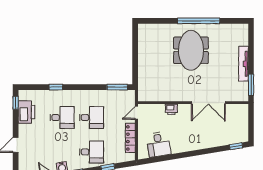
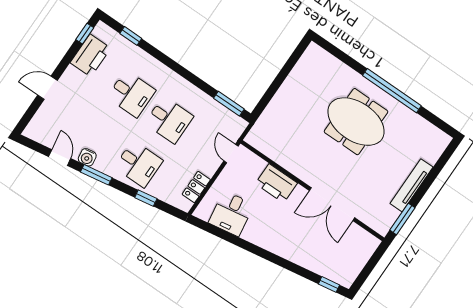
meeting table: (191, 50) -> (356, 122), turned 90
window: (56, 87) -> (131, 36), moved
printer: (171, 109) -> (276, 183), width x1.87, depth x1.48
door: (137, 113) -> (231, 154), hinge flipped
locker: (130, 138) -> (196, 187), width x0.66

